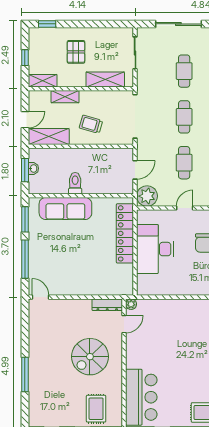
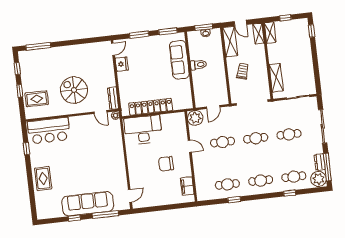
pallet: (76, 52) -> (294, 54), removed
shelving: (65, 97) -> (258, 34), moved
door: (135, 170) -> (213, 107), hinge flipped
locker: (125, 233) -> (151, 107), moved
desk: (155, 249) -> (143, 130), moved
window: (25, 259) -> (139, 35), width x0.69
fridge: (62, 288) -> (122, 64), added
window: (25, 374) -> (38, 46), moved

